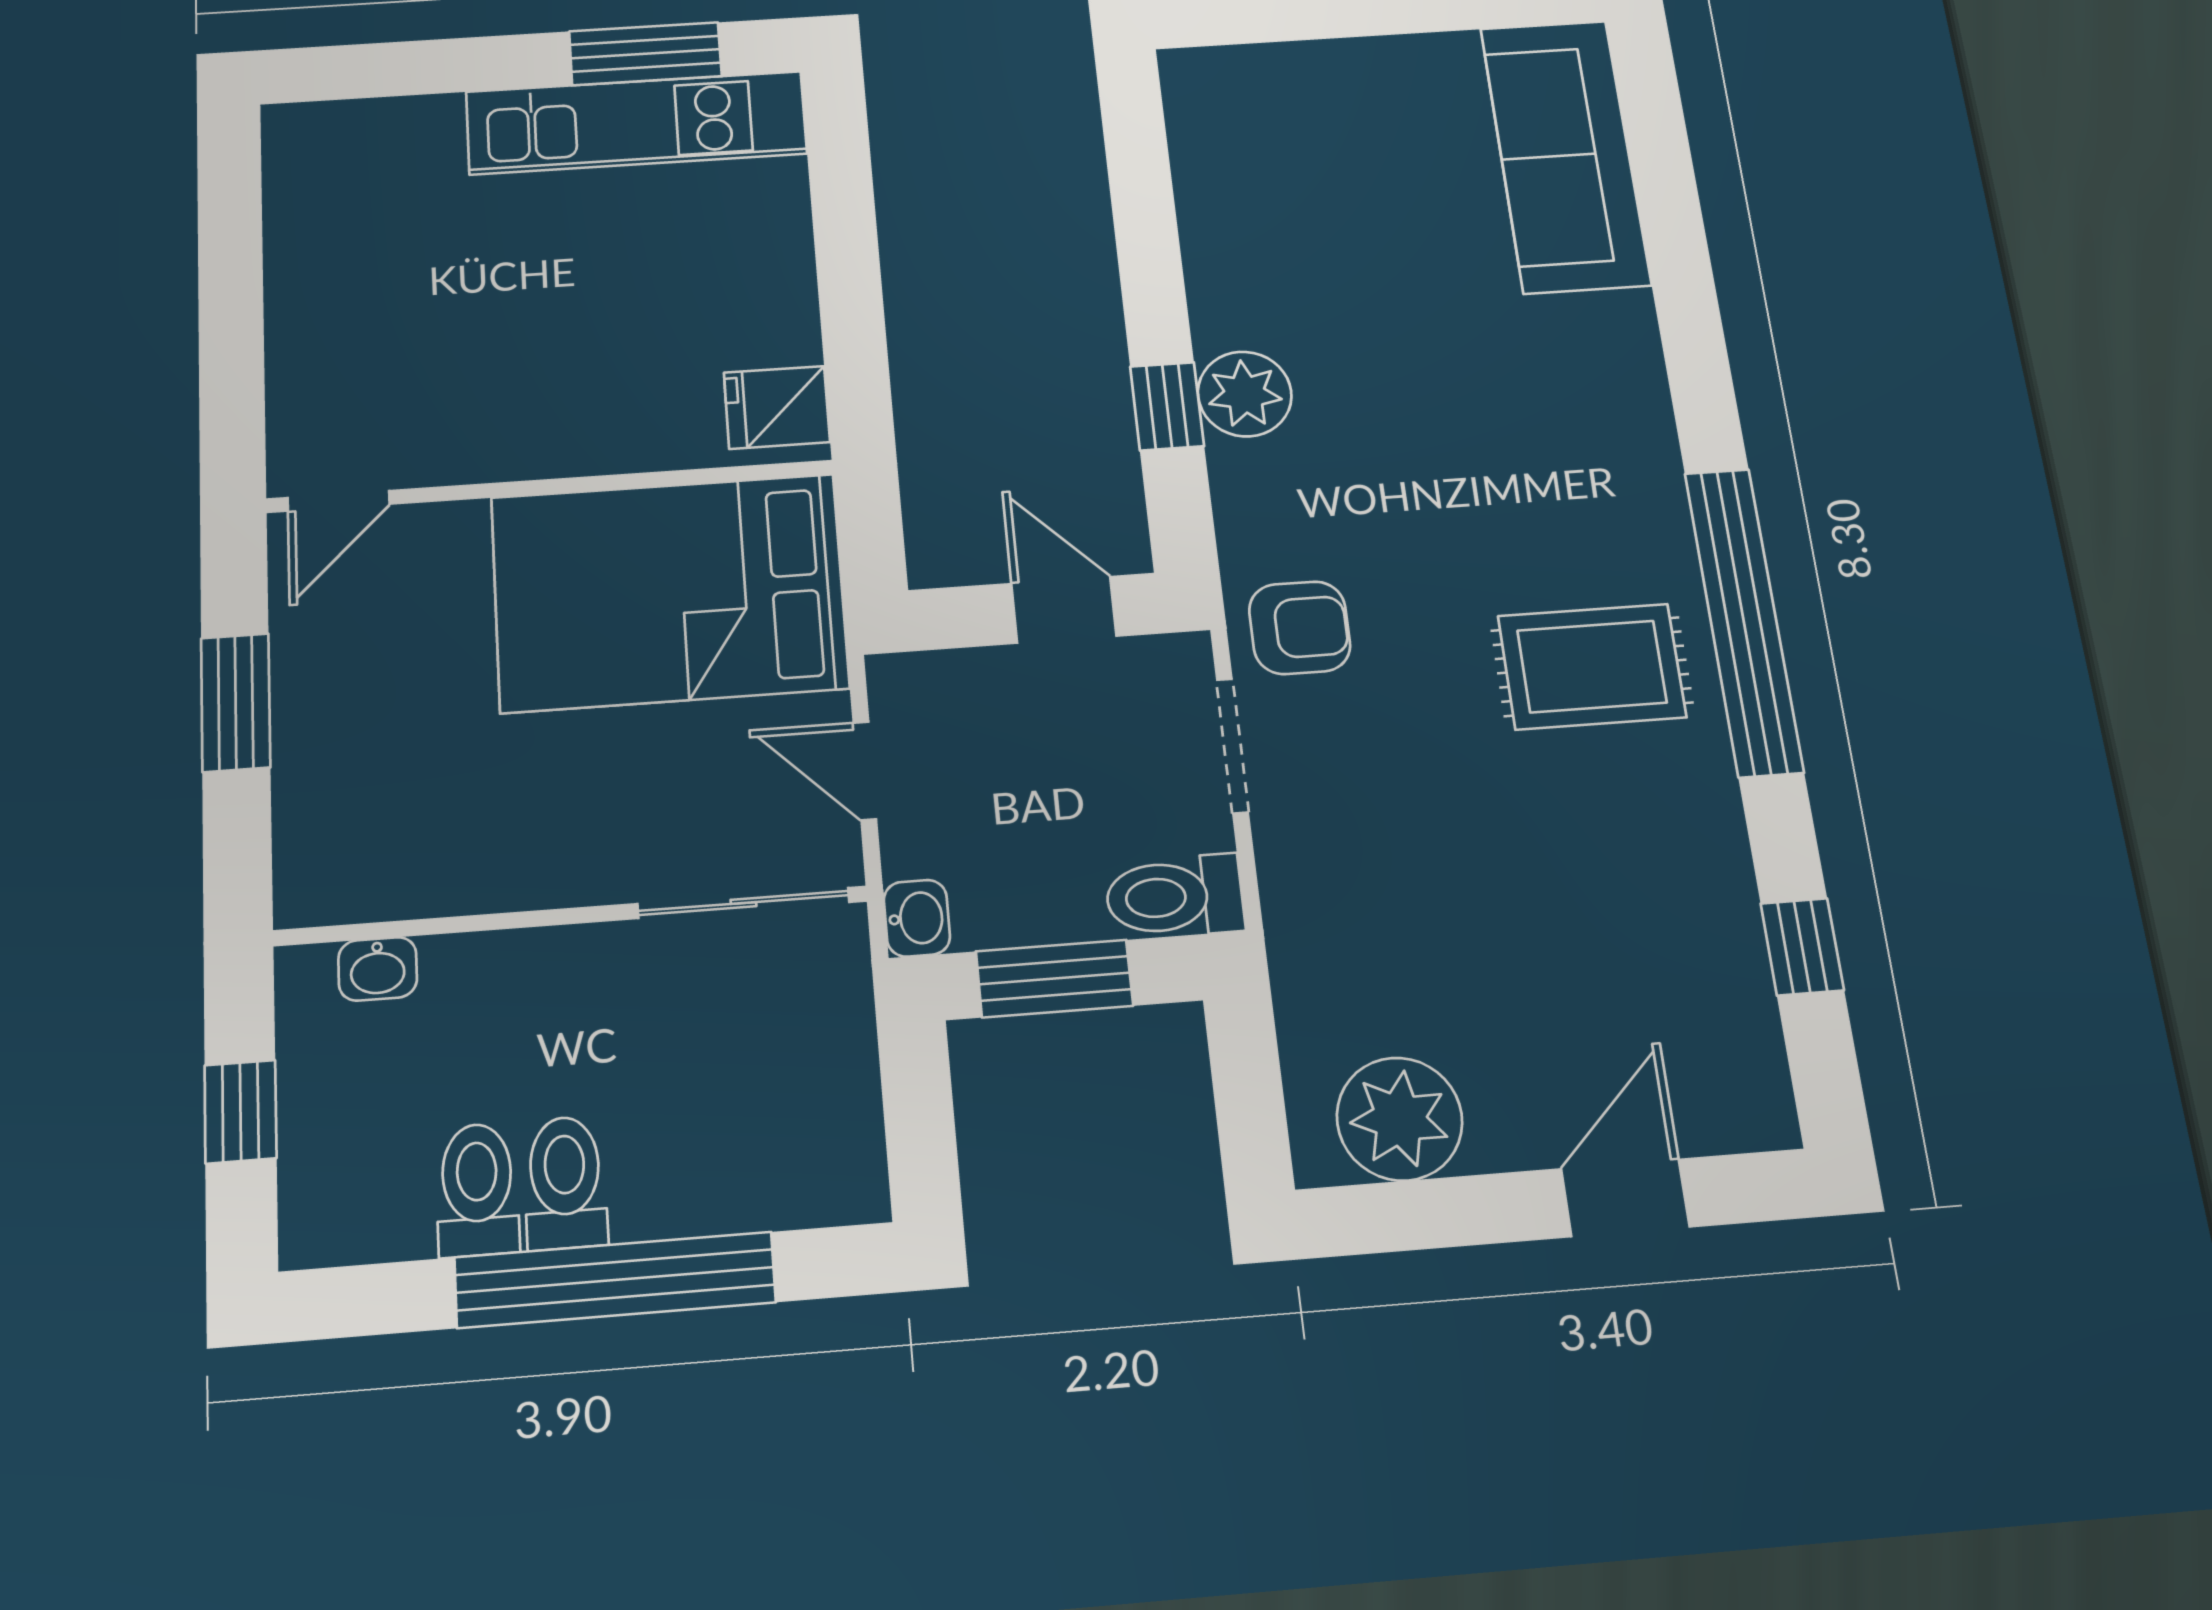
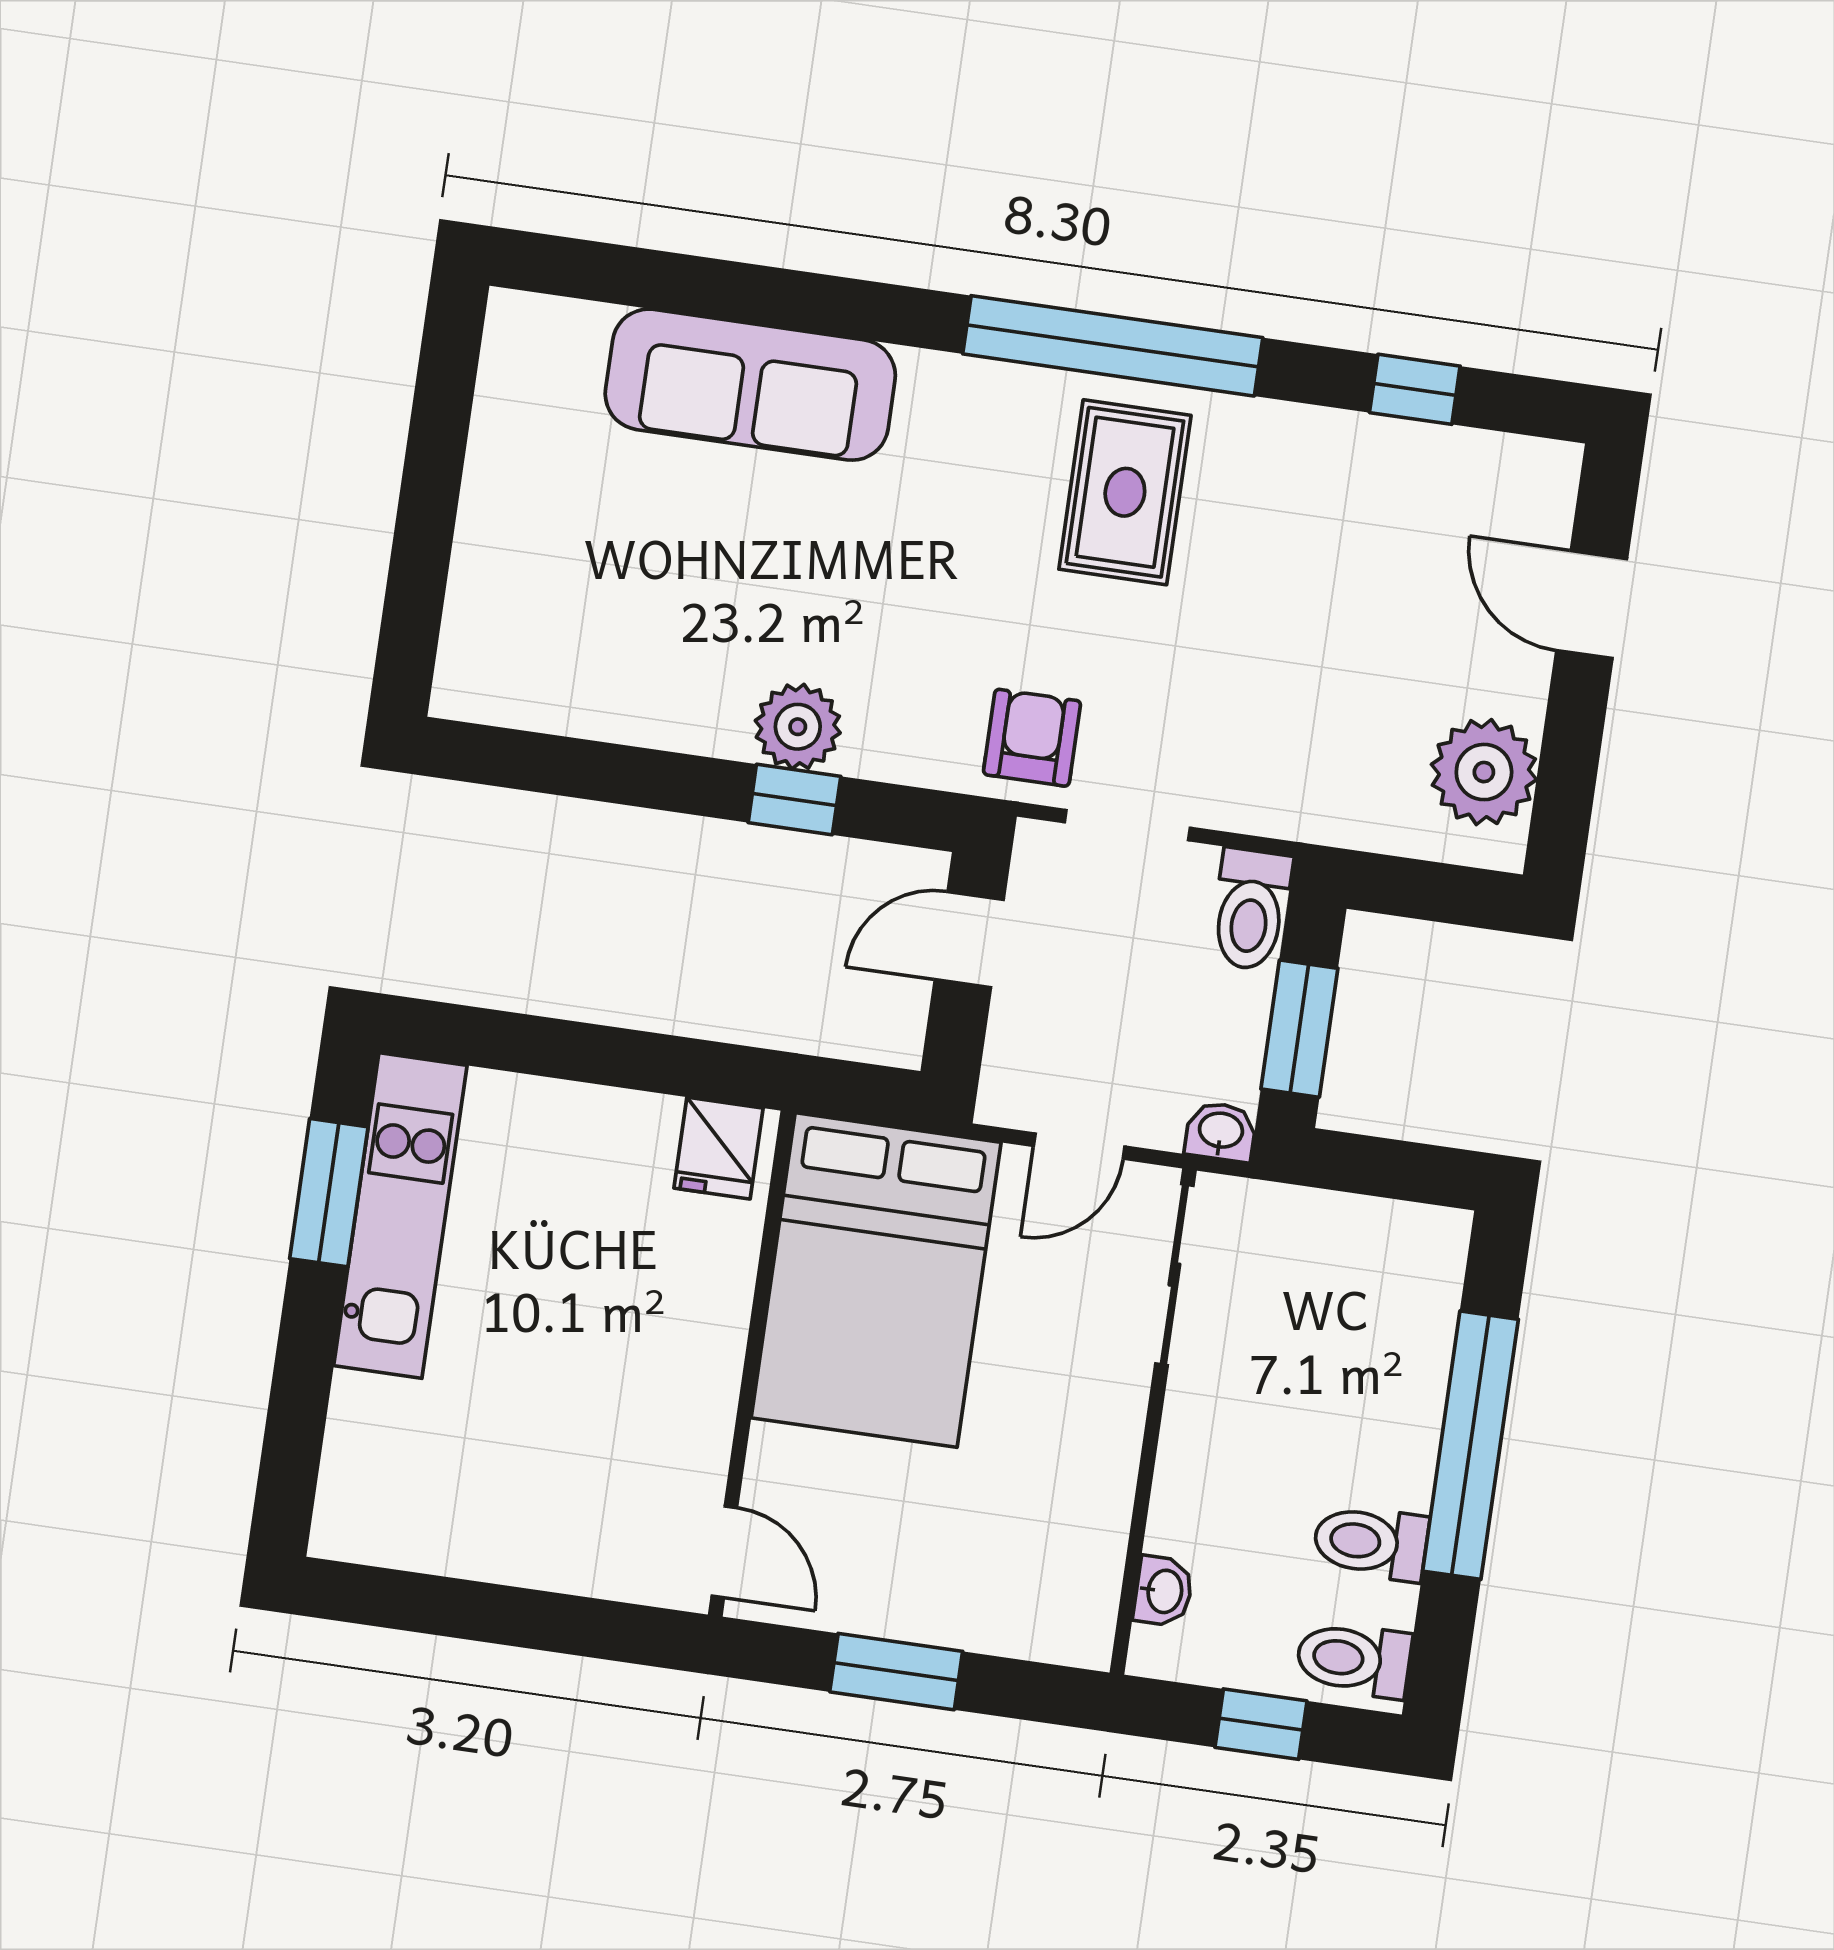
sofa: (1565, 156) -> (750, 385), moved
toilet: (565, 1183) -> (1354, 1659), moved

